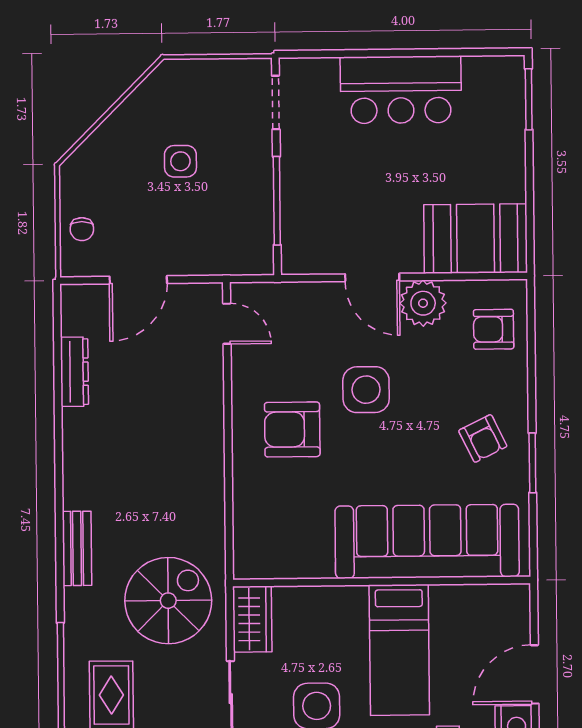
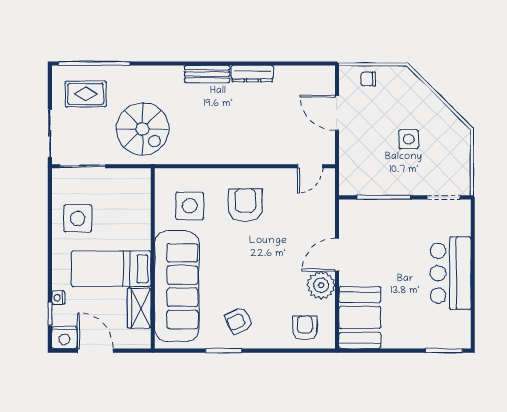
dresser: (74, 372) -> (252, 74), moved
side table: (366, 390) -> (190, 206), moved
bench: (77, 548) -> (207, 74), moved
wardrobe: (252, 619) -> (139, 308), moved, turned 90

